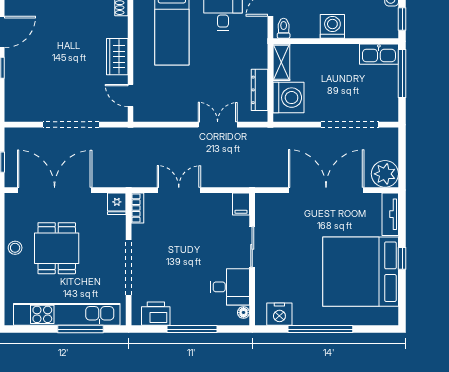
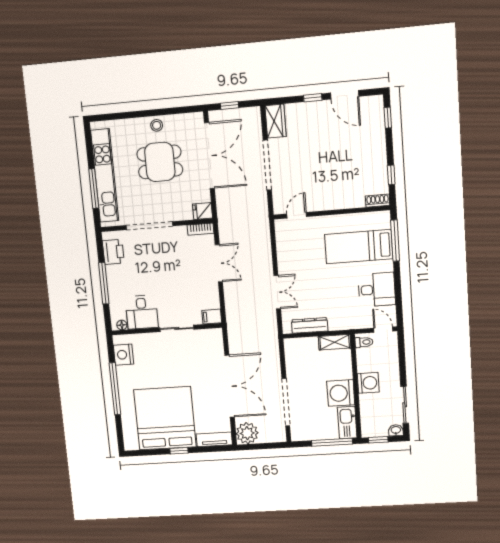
wardrobe: (117, 57) -> (276, 121), moved, turned 90
washing machine: (288, 98) -> (341, 393), moved, turned 90

